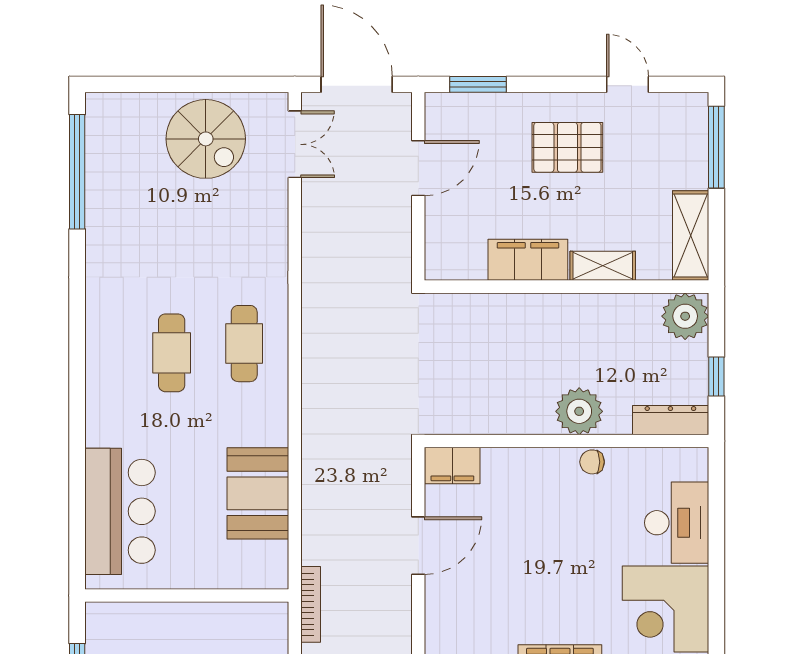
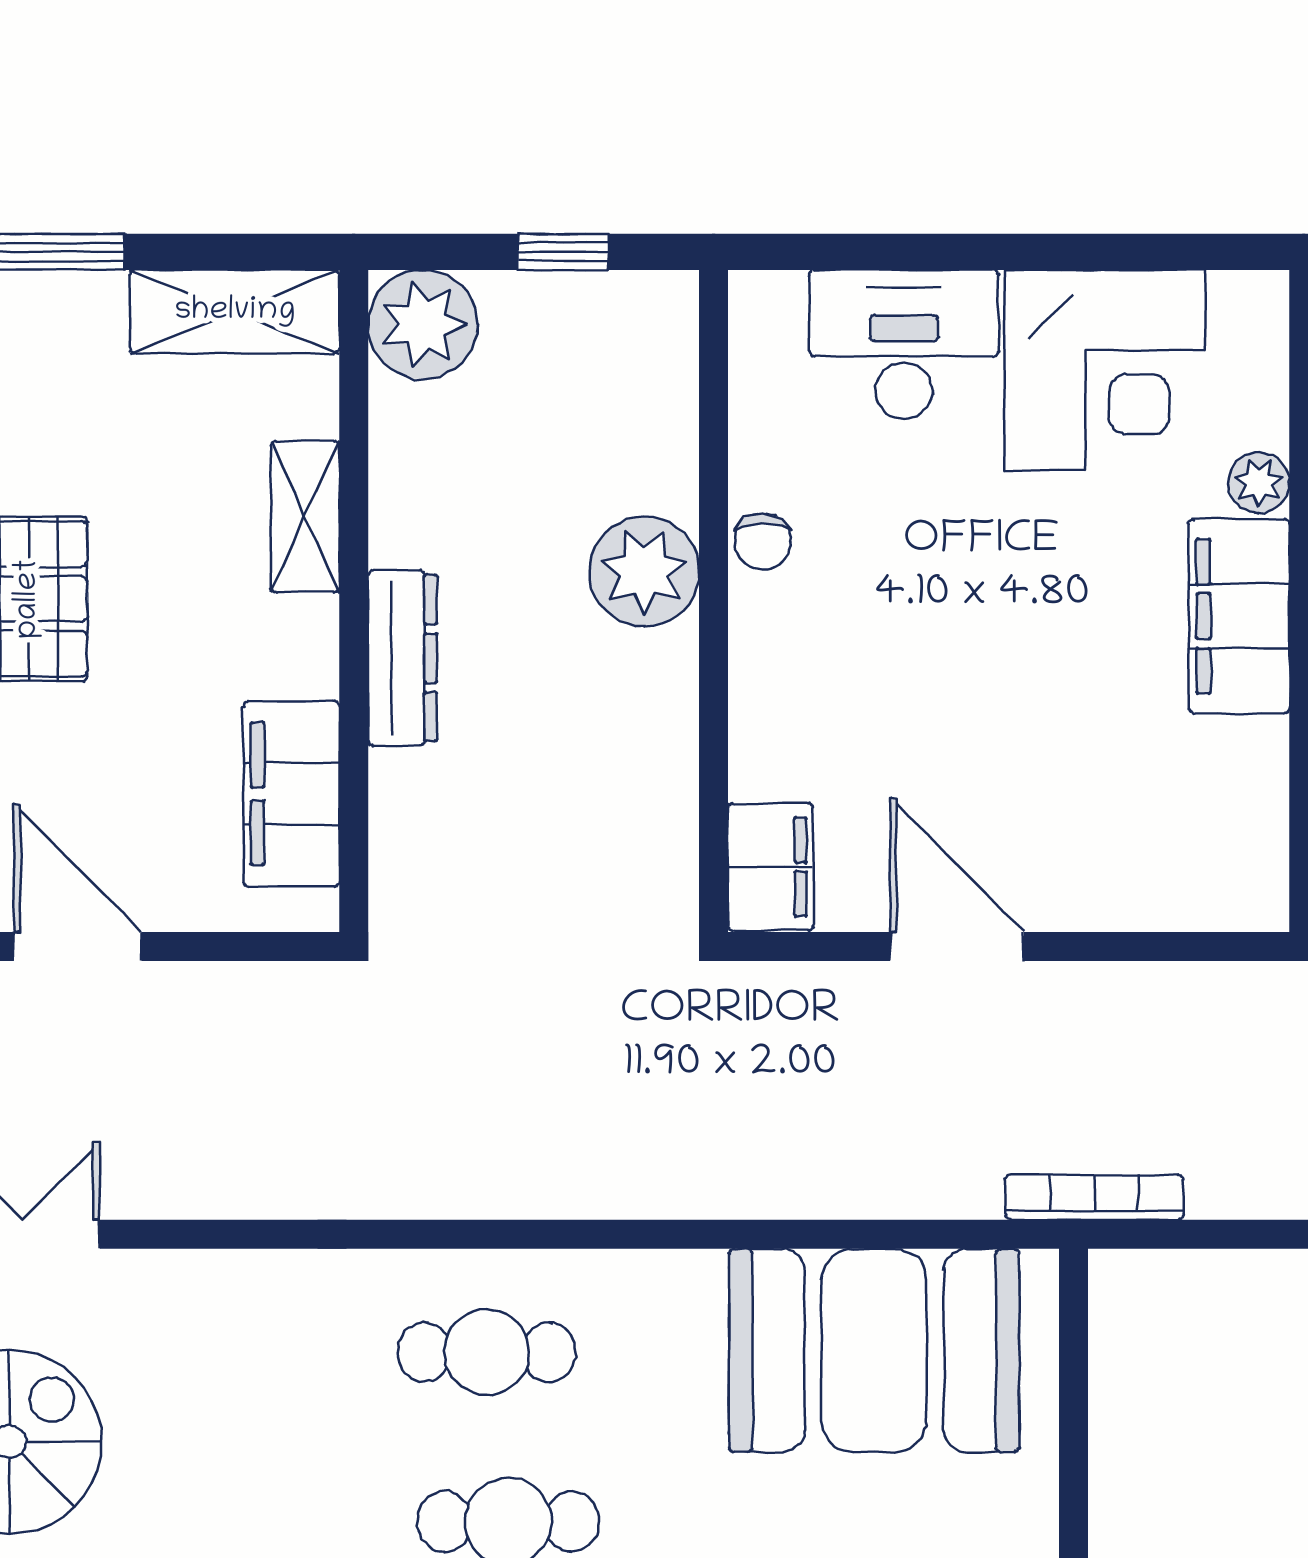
filing cabinet: (528, 260) -> (291, 794), moved
dresser: (670, 420) -> (403, 658), moved, turned 180
booth: (258, 493) -> (874, 1350), width x1.36, depth x1.42

